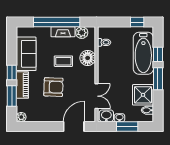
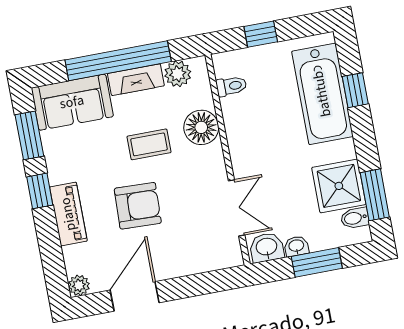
window: (137, 22) -> (261, 34), moved
sofa: (26, 54) -> (72, 102), moved, turned 90
window: (158, 79) -> (375, 195), moved
window: (12, 96) -> (29, 135), moved
door: (74, 126) -> (135, 296), moved

